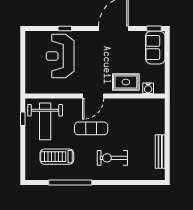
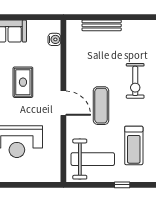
rug: (126, 82) -> (23, 82), moved
window: (23, 119) -> (122, 185), moved
bench: (160, 152) -> (102, 25), moved

